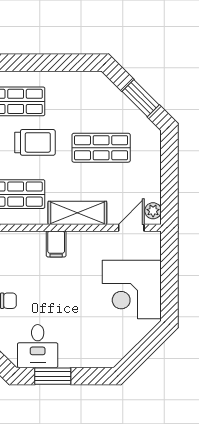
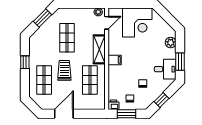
window: (51, 63) -> (25, 62), added
door: (131, 228) -> (107, 23), swing flipped
plant: (91, 357) -> (171, 43), added

